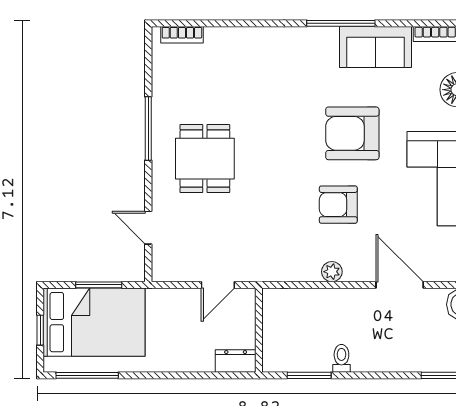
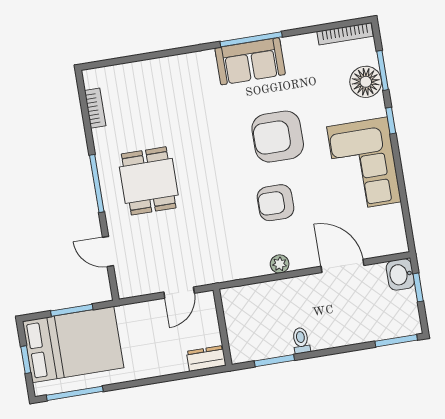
bookcase: (182, 35) -> (95, 108), moved, turned -90
sofa: (376, 47) -> (250, 61), moved
window: (148, 128) -> (97, 184), moved

